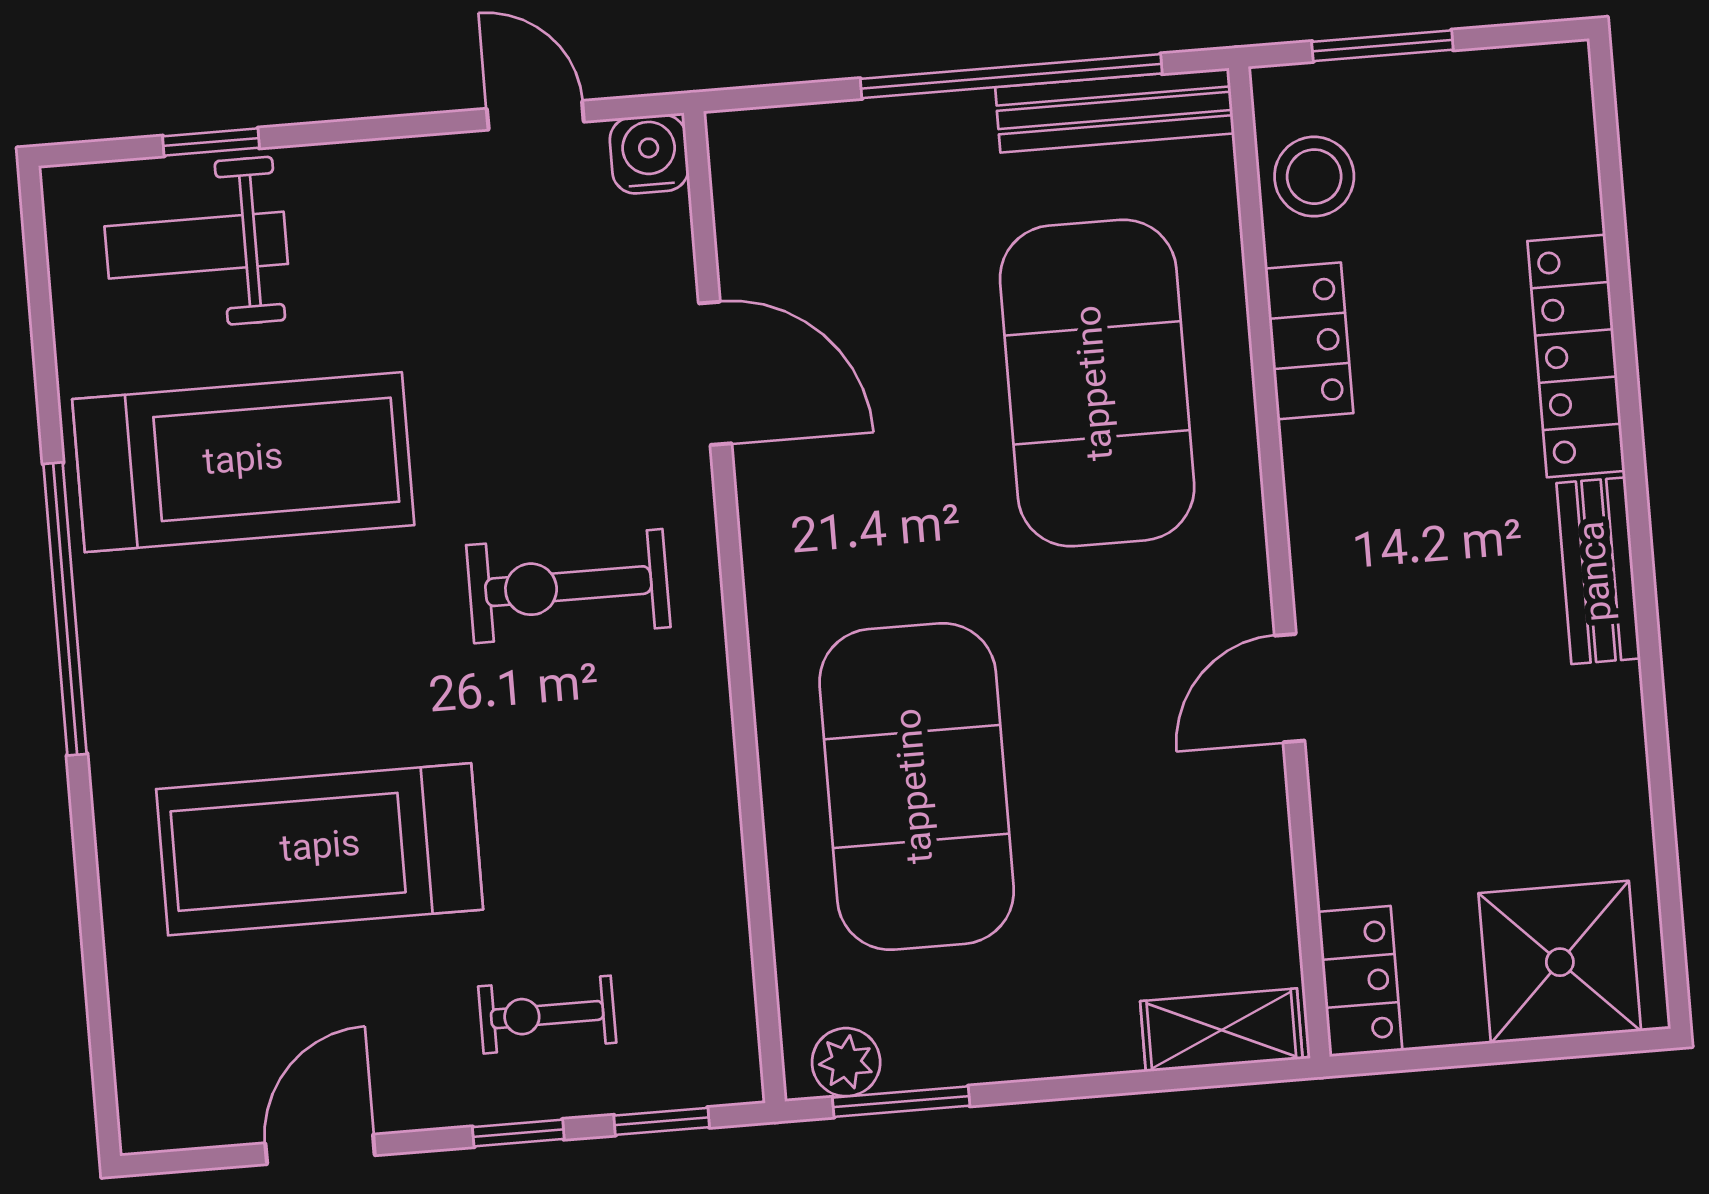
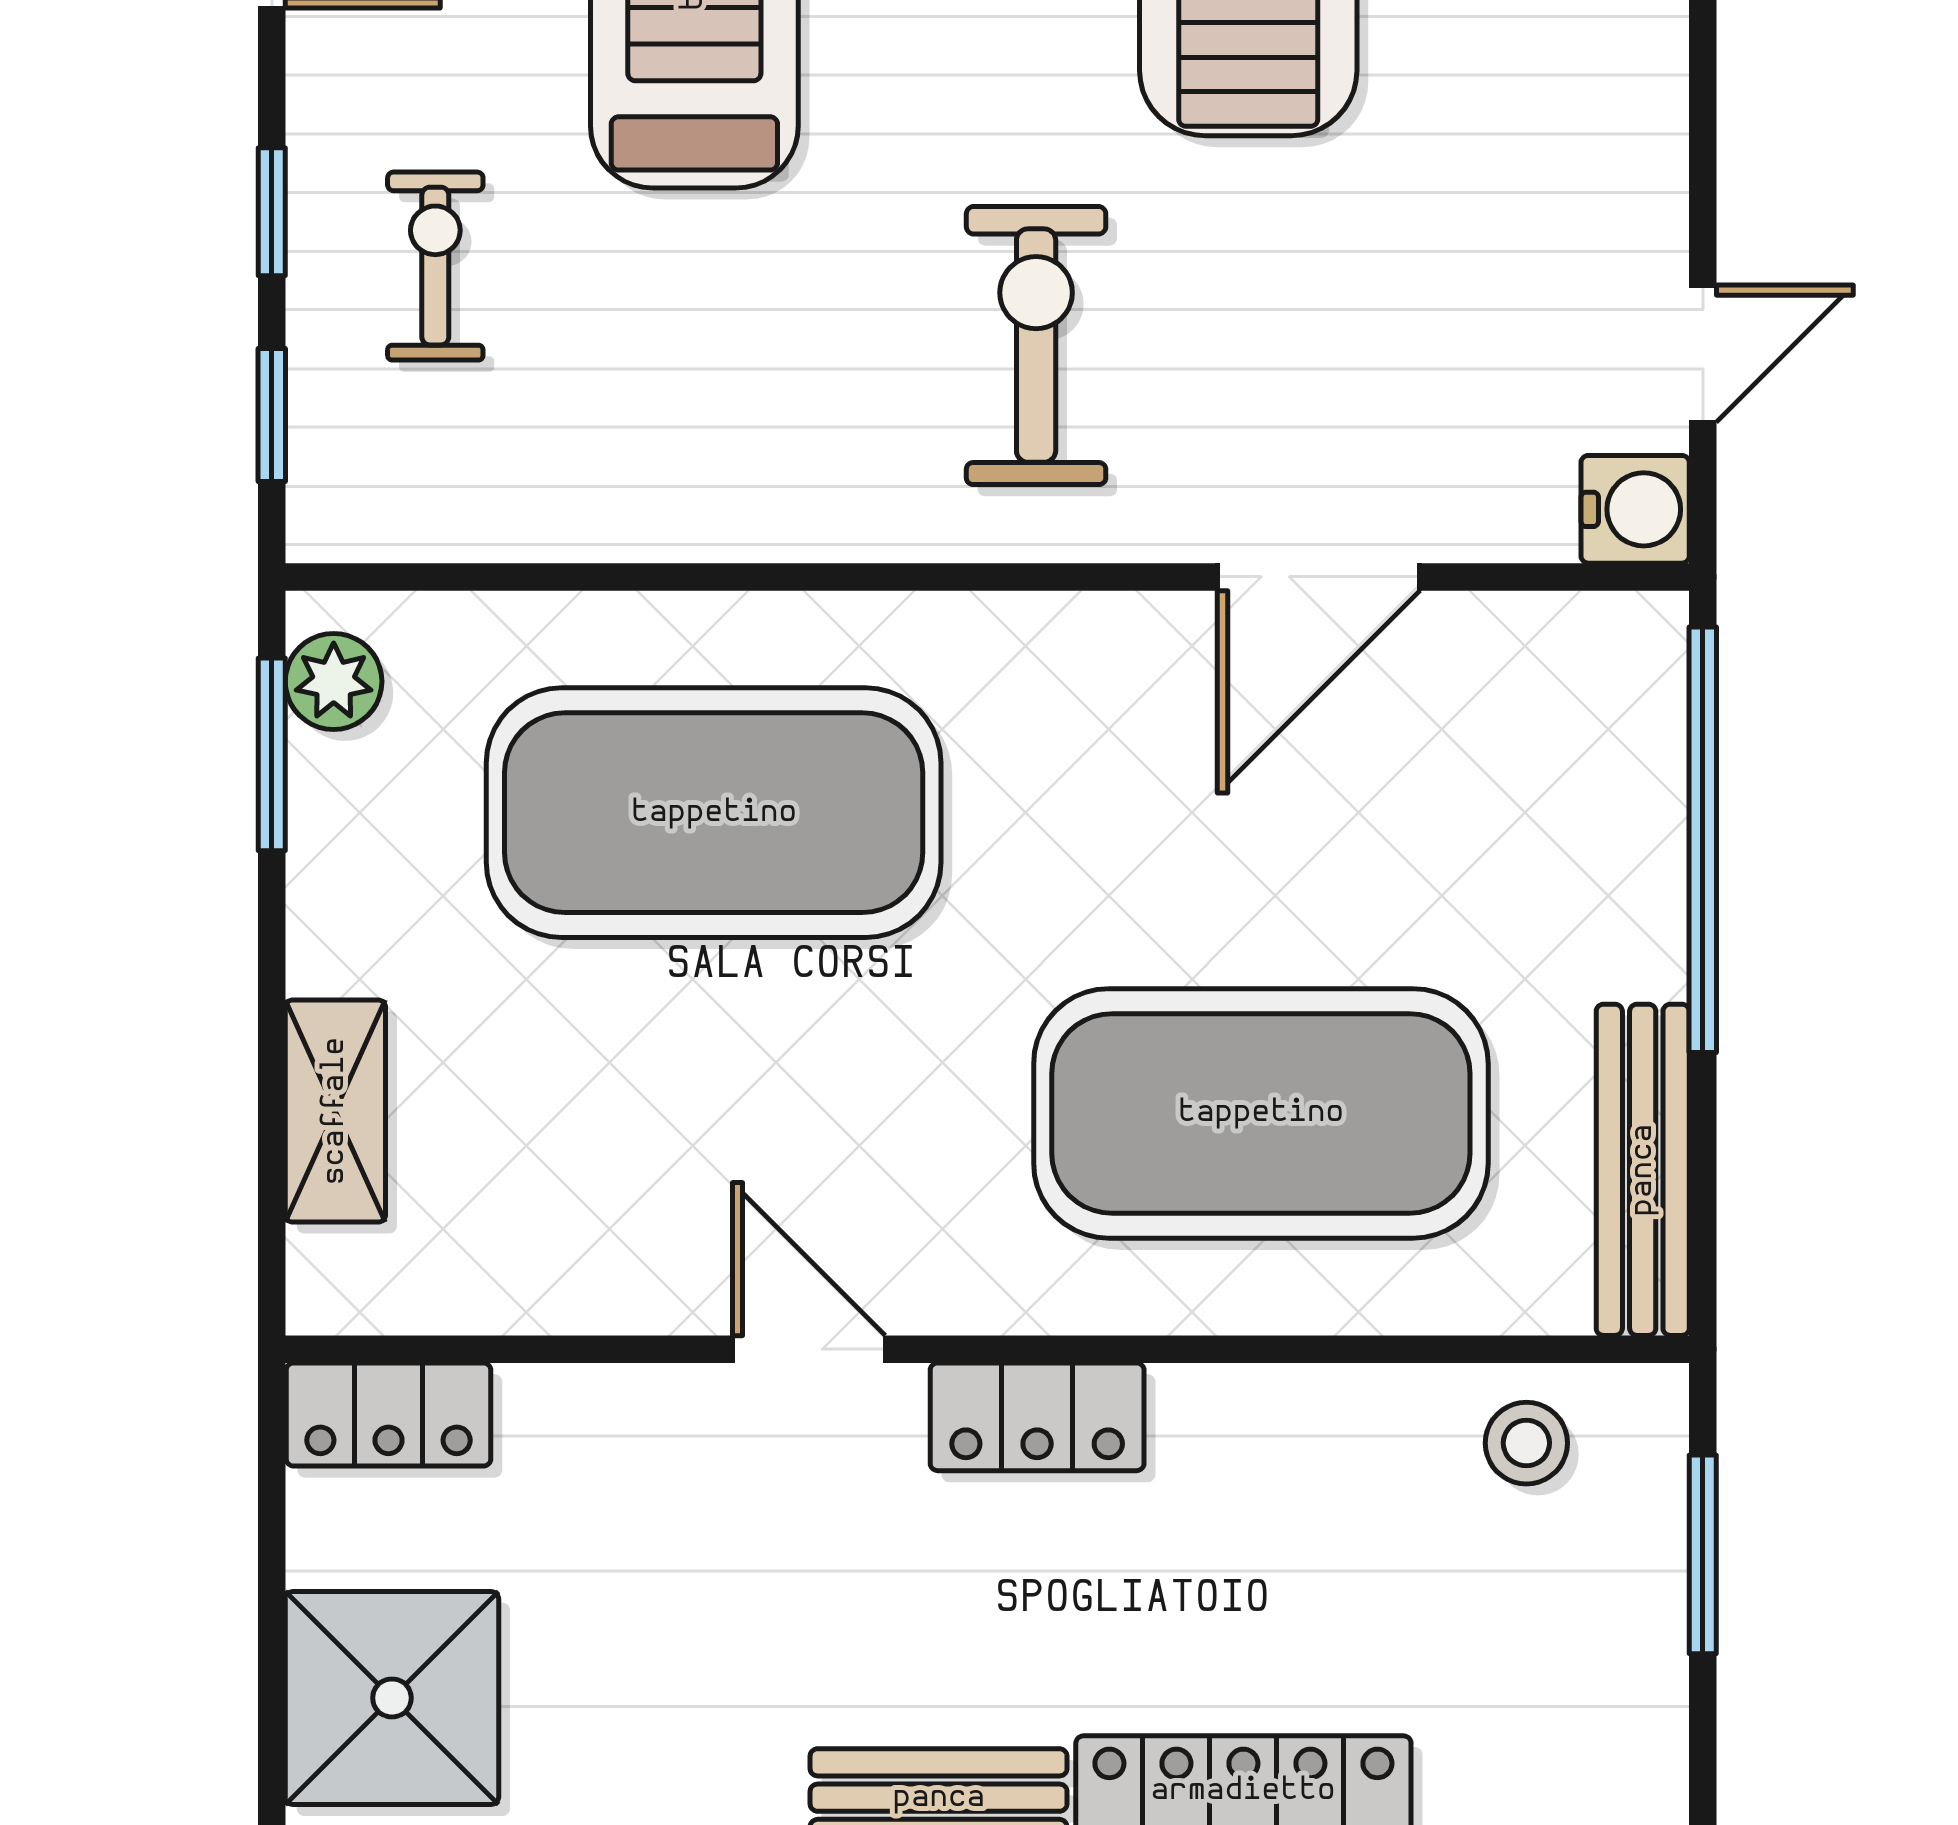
window: (1011, 76) -> (1703, 840), moved
stool: (1314, 177) -> (1526, 1443), width x0.73, depth x0.73
locker: (1309, 341) -> (1037, 1417), moved
shelving: (1221, 1030) -> (335, 1111), moved

